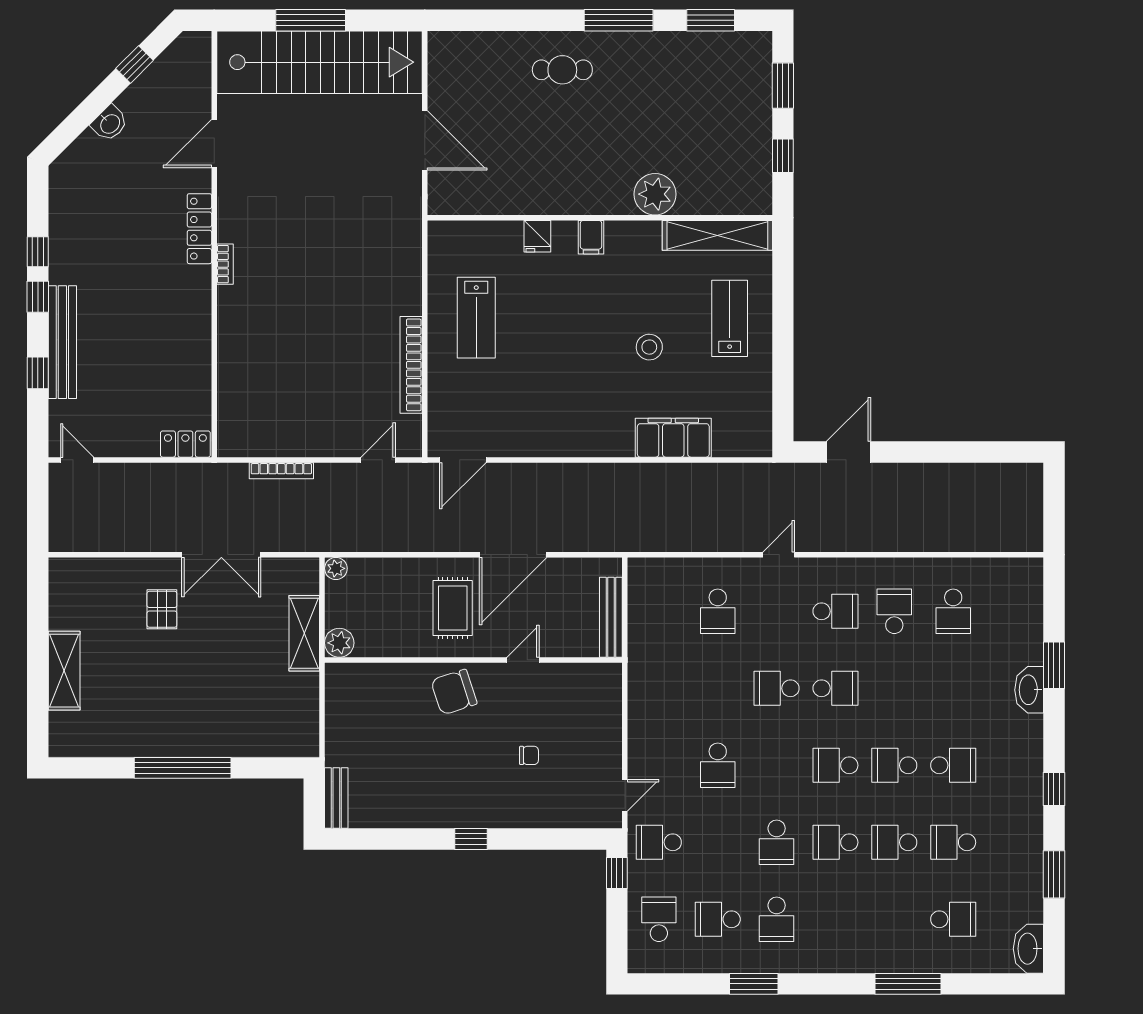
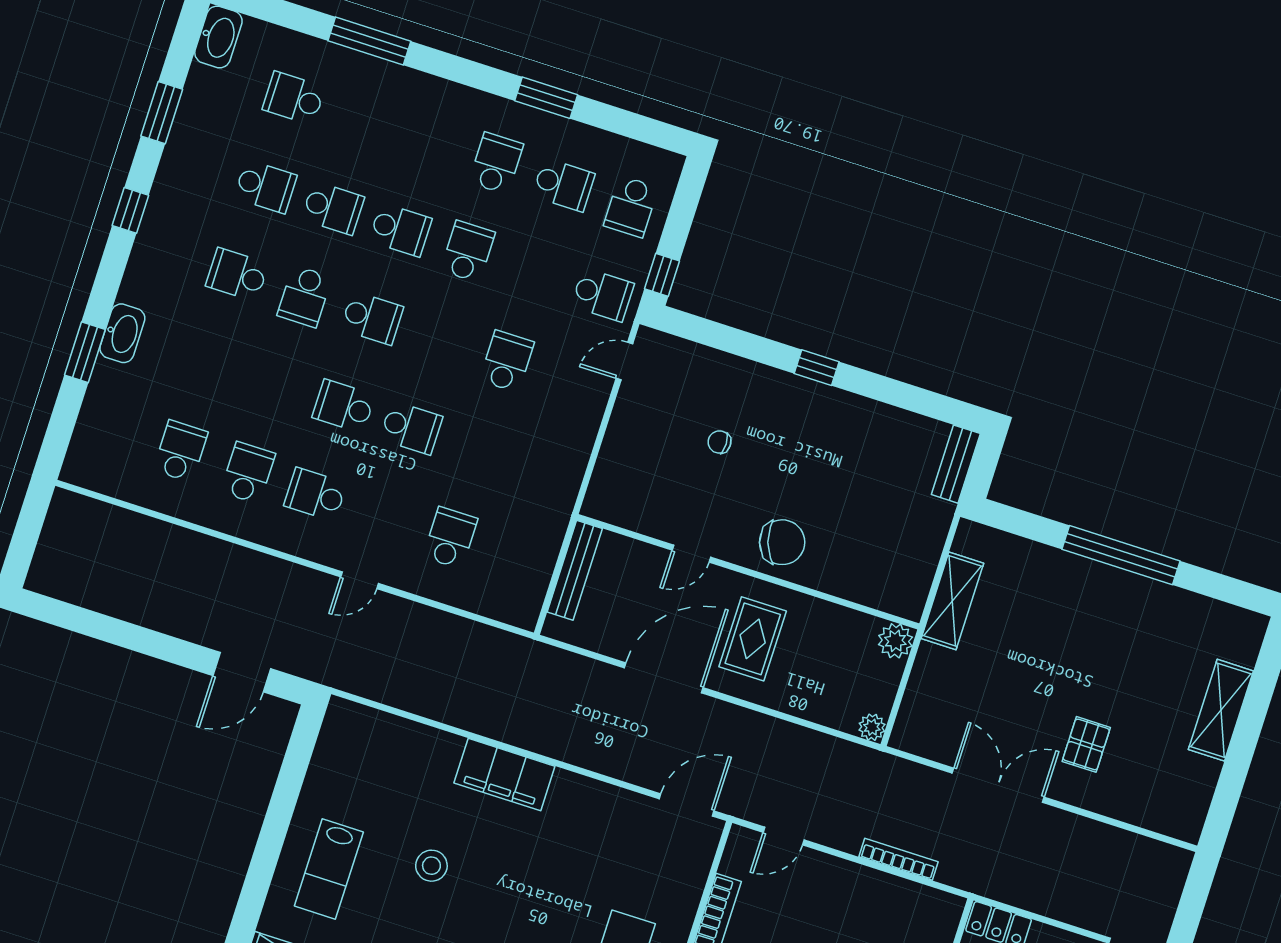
filing cabinet: (673, 438) -> (504, 775), moved
school desk: (894, 611) -> (248, 473), turned 180
shelving: (304, 633) -> (952, 601), moved
school desk: (894, 765) -> (305, 296), turned 90

